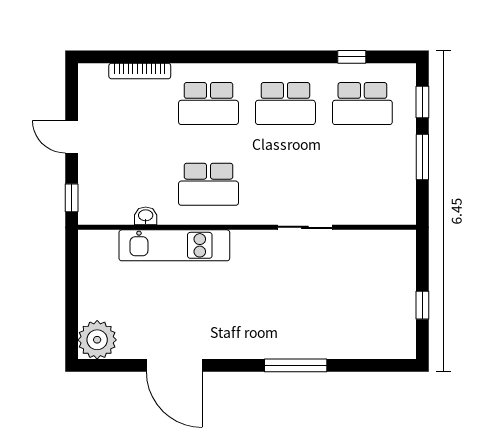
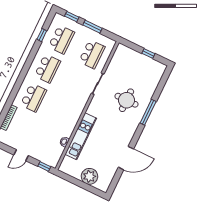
school desk: (208, 184) -> (92, 54), moved
round table: (299, 307) -> (127, 100), added
plant: (97, 340) -> (89, 176), moved

